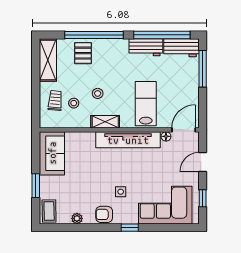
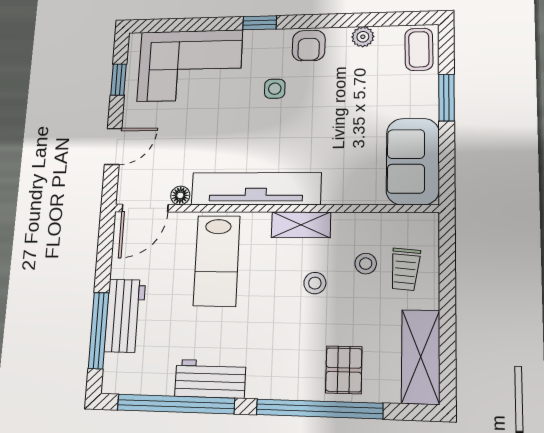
workbench: (181, 48) -> (125, 316), moved, turned 90
armchair: (104, 214) -> (309, 46), turned 90

